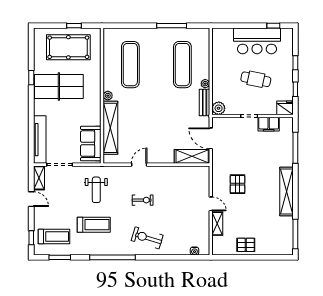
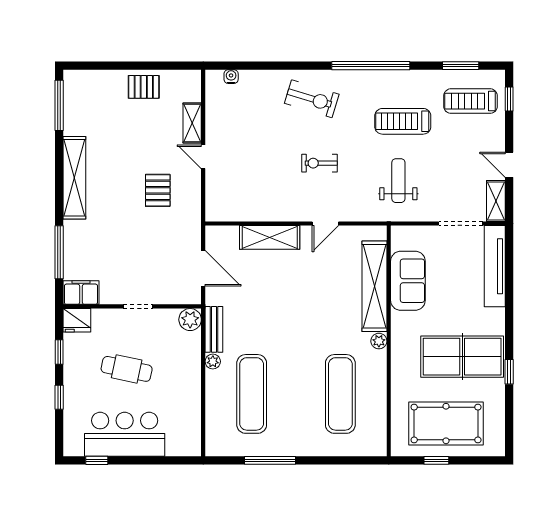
filing cabinet: (269, 124) -> (81, 293), moved
sofa: (91, 144) -> (408, 281), moved
shelving: (192, 156) -> (270, 237), moved

